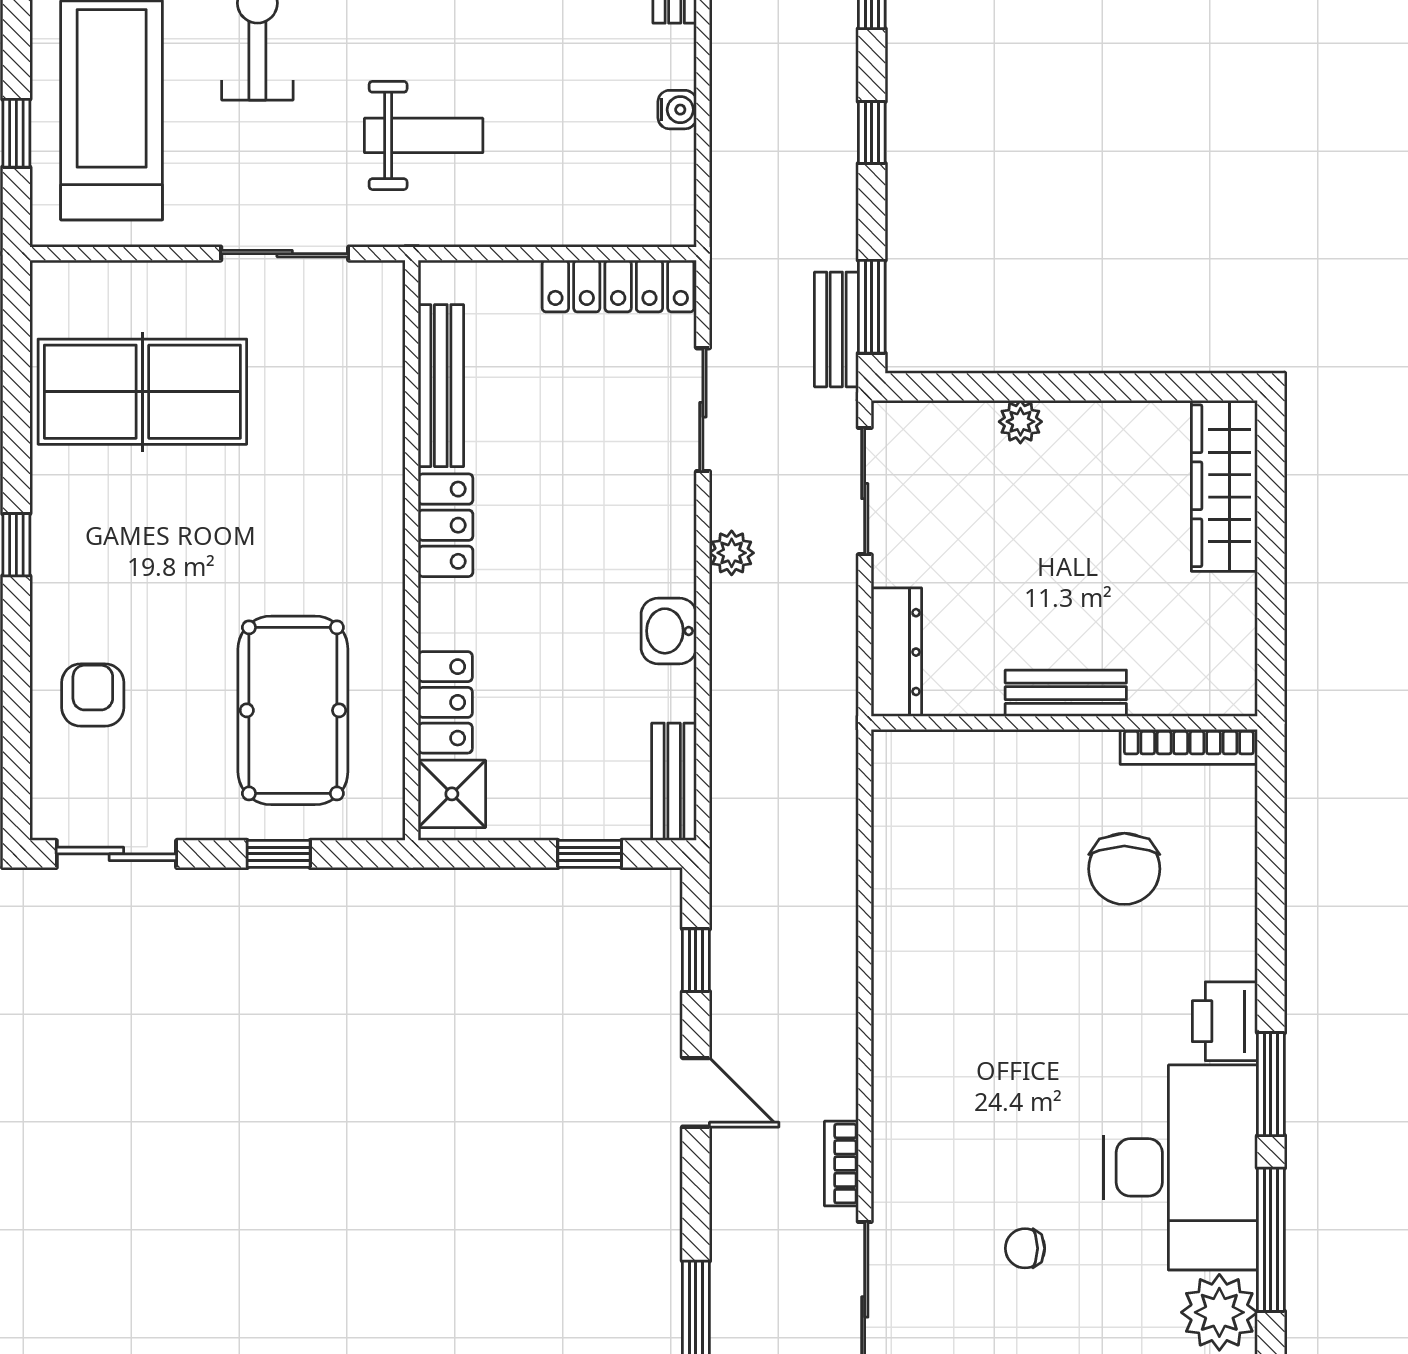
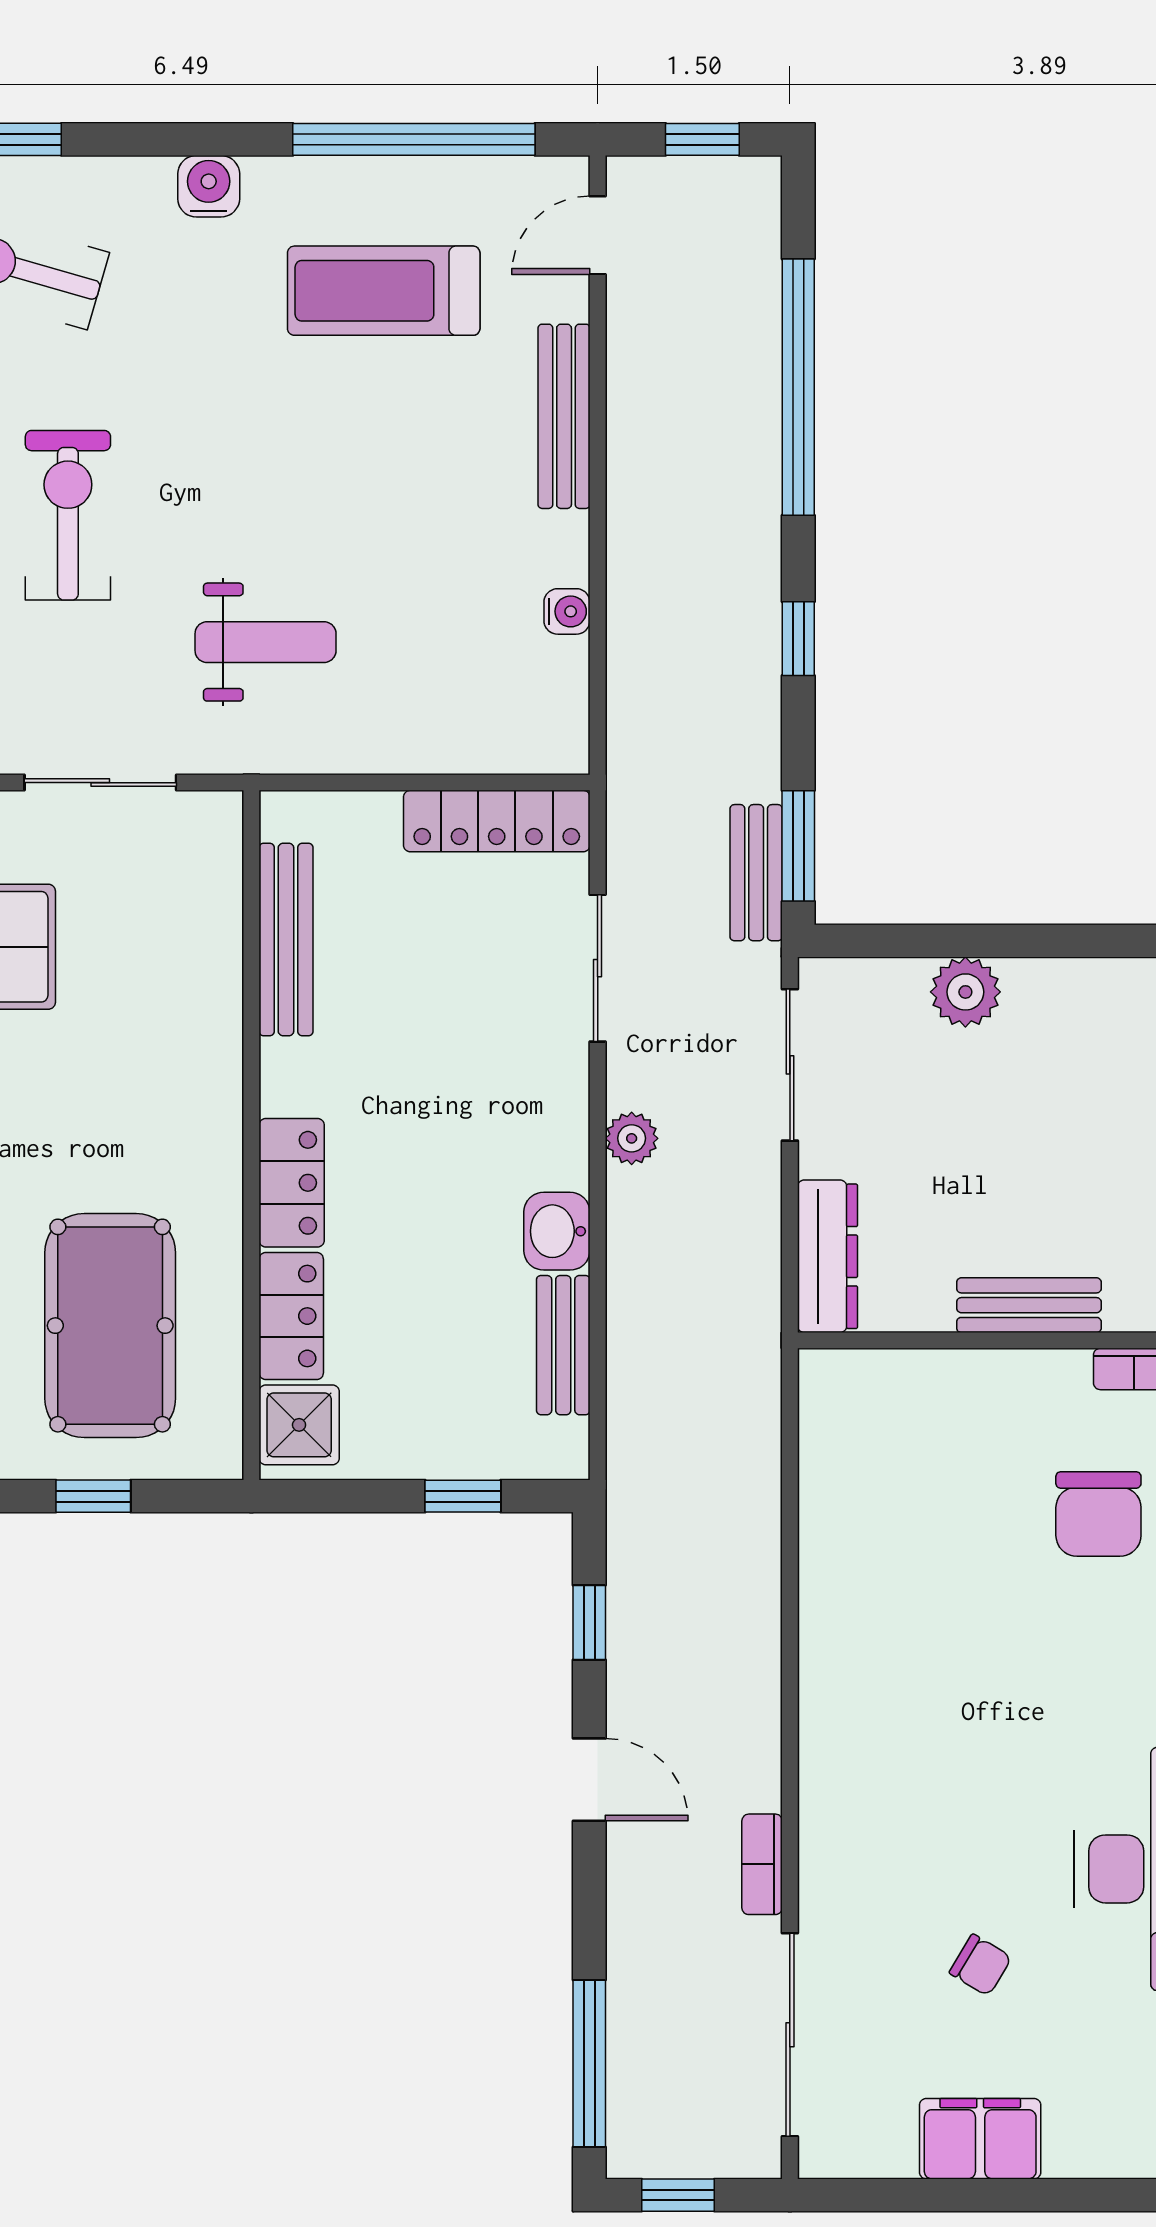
plant: (1020, 422) -> (965, 992), width x1.38, depth x1.38
locker: (446, 525) -> (292, 1183), moved
bench: (674, 782) -> (563, 1345), moved
chair: (1025, 1248) -> (980, 1965), turned -149

